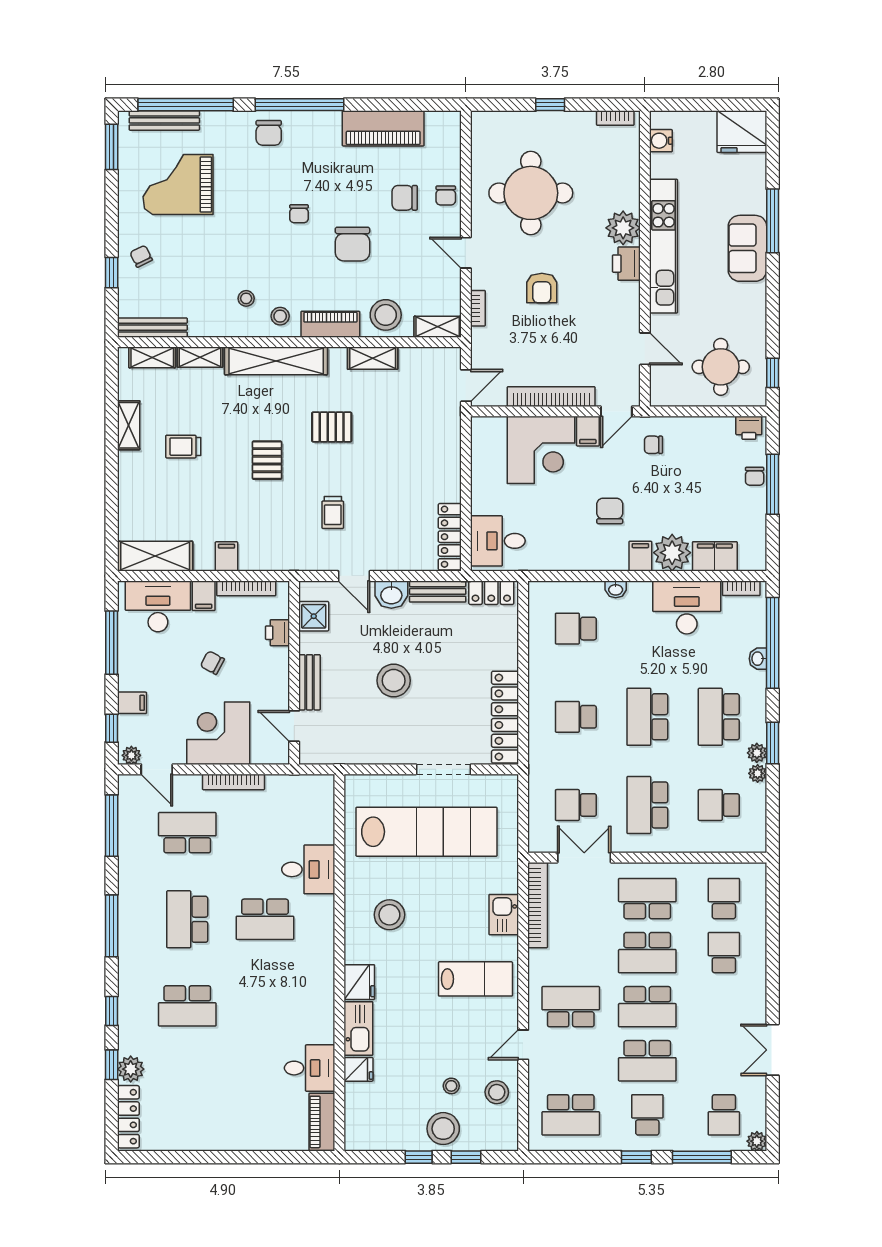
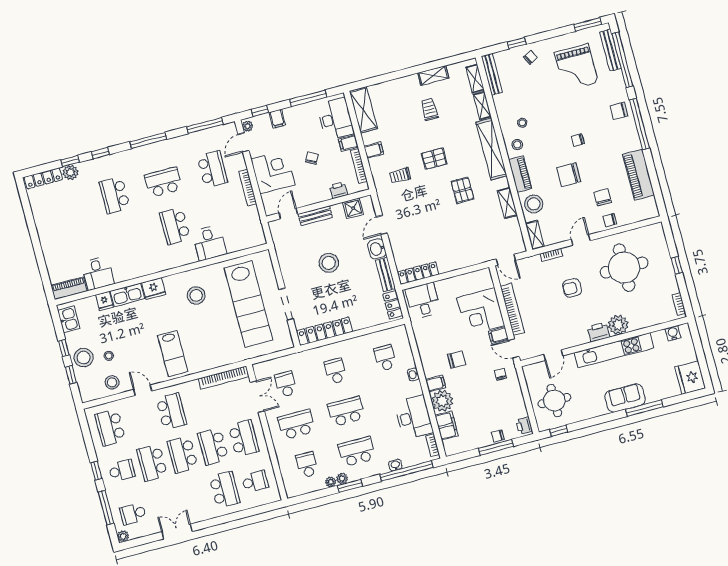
grand piano: (178, 184) -> (576, 67), turned 180
trolley: (333, 513) -> (400, 175), moved
kitchen sink: (504, 915) -> (69, 319), moved, turned 90
school desk: (724, 953) -> (225, 490), width x1.85

